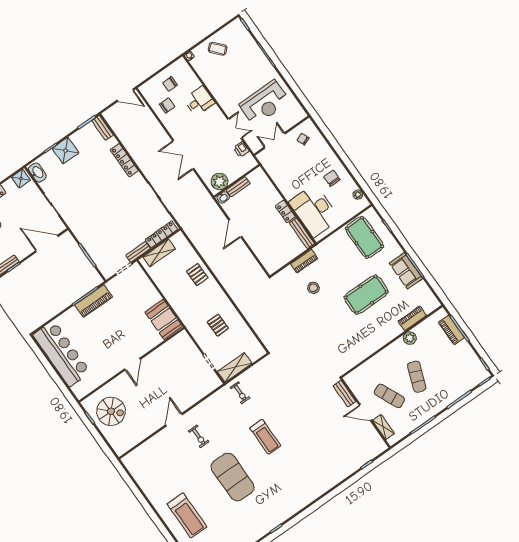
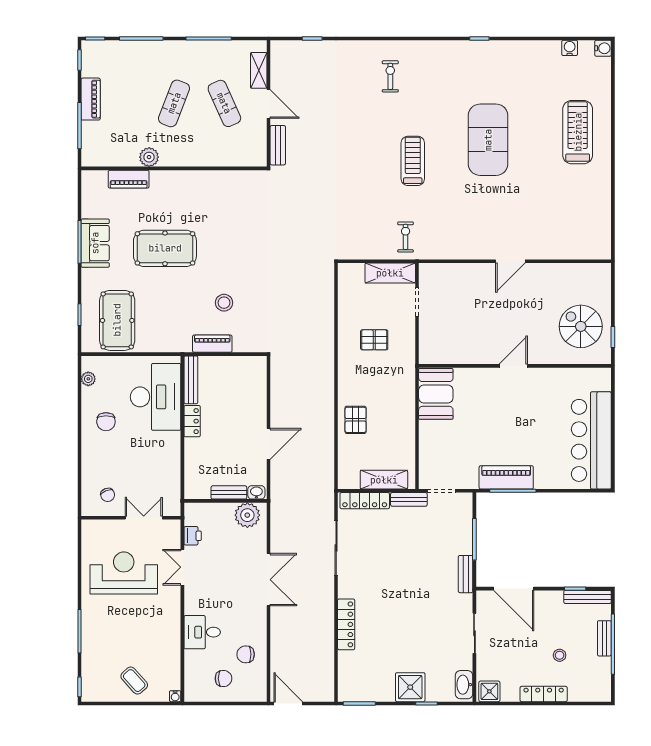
bench: (102, 128) -> (466, 574), moved
double door: (275, 141) -> (144, 518), swing flipped
pallet: (218, 325) -> (374, 340), turned 90
piano: (451, 330) -> (91, 99), moved
exercise bike: (199, 436) -> (390, 76), moved

